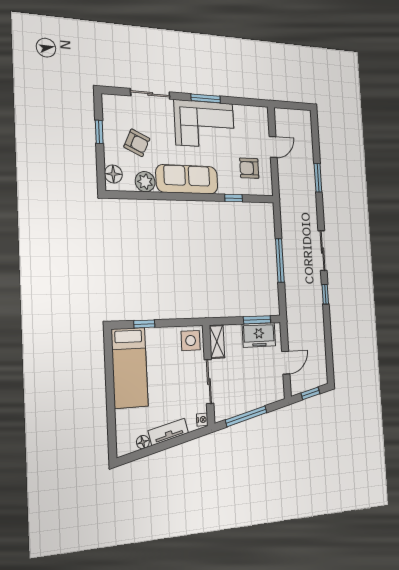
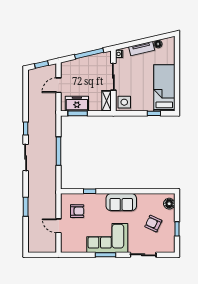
door: (273, 147) -> (59, 226), hinge flipped
sofa: (187, 179) -> (121, 202), width x0.73
plant: (145, 182) -> (149, 200), removed

